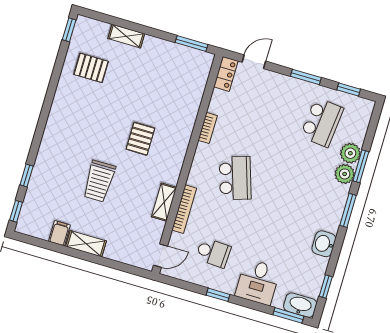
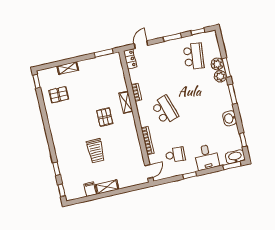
shelving: (164, 202) -> (126, 102), moved

